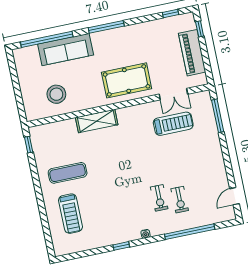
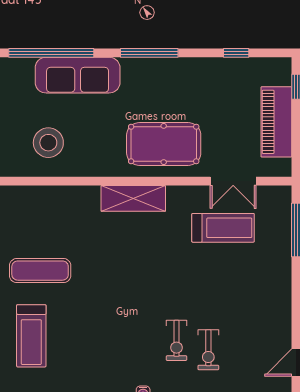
window: (170, 14) -> (236, 53), moved
shelving: (97, 121) -> (133, 198), moved

